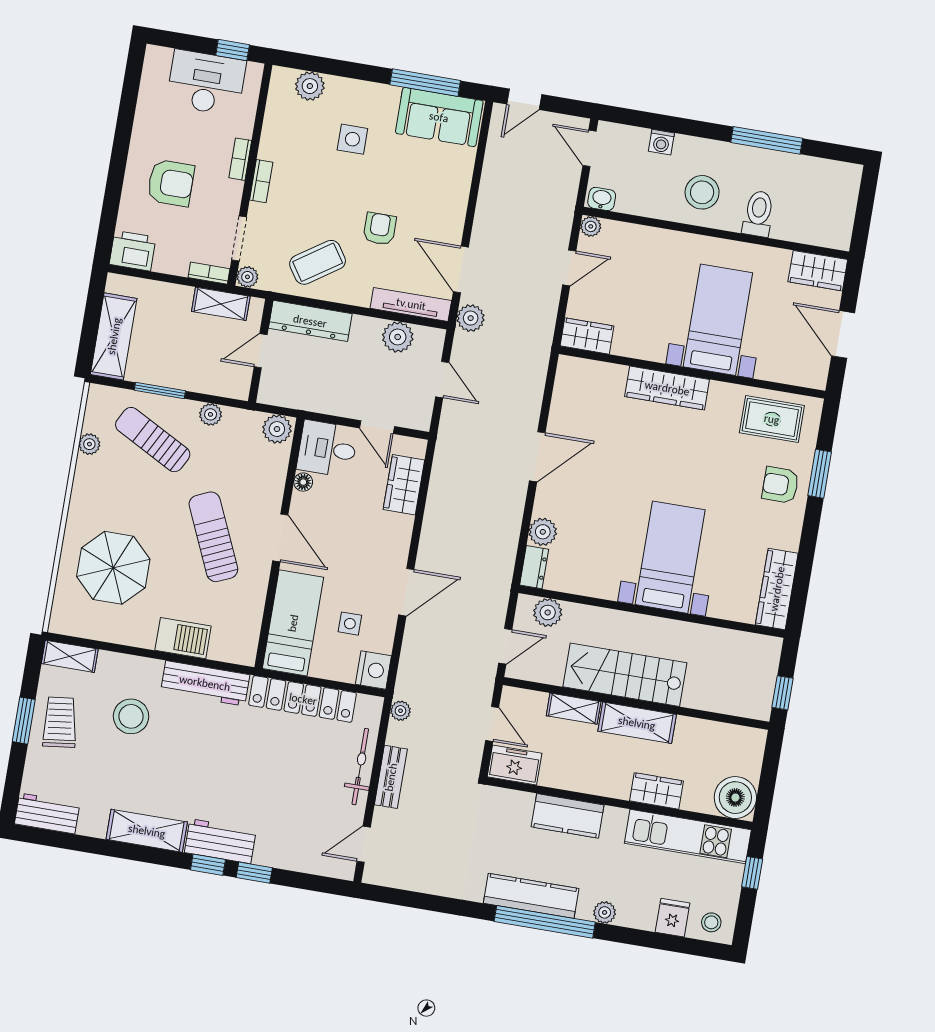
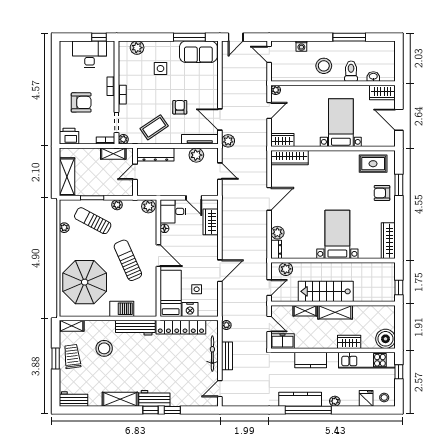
washbasin: (602, 199) -> (373, 77), moved
wardrobe: (667, 388) -> (290, 158), moved
parasol: (113, 568) -> (85, 282), width x1.36, depth x1.36
nightstand: (373, 670) -> (190, 309), moved, turned 90

